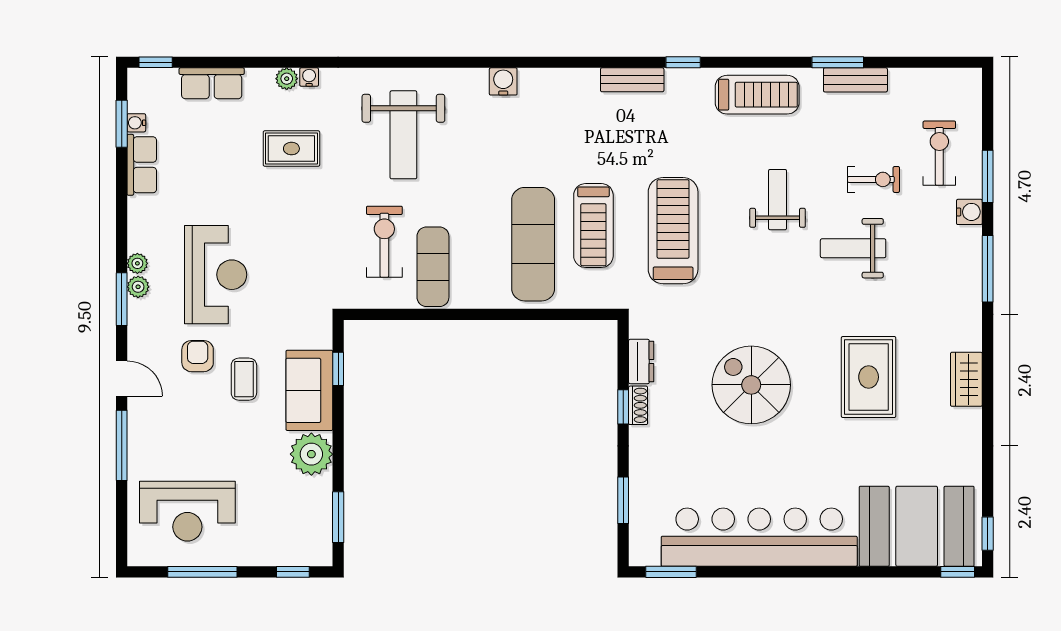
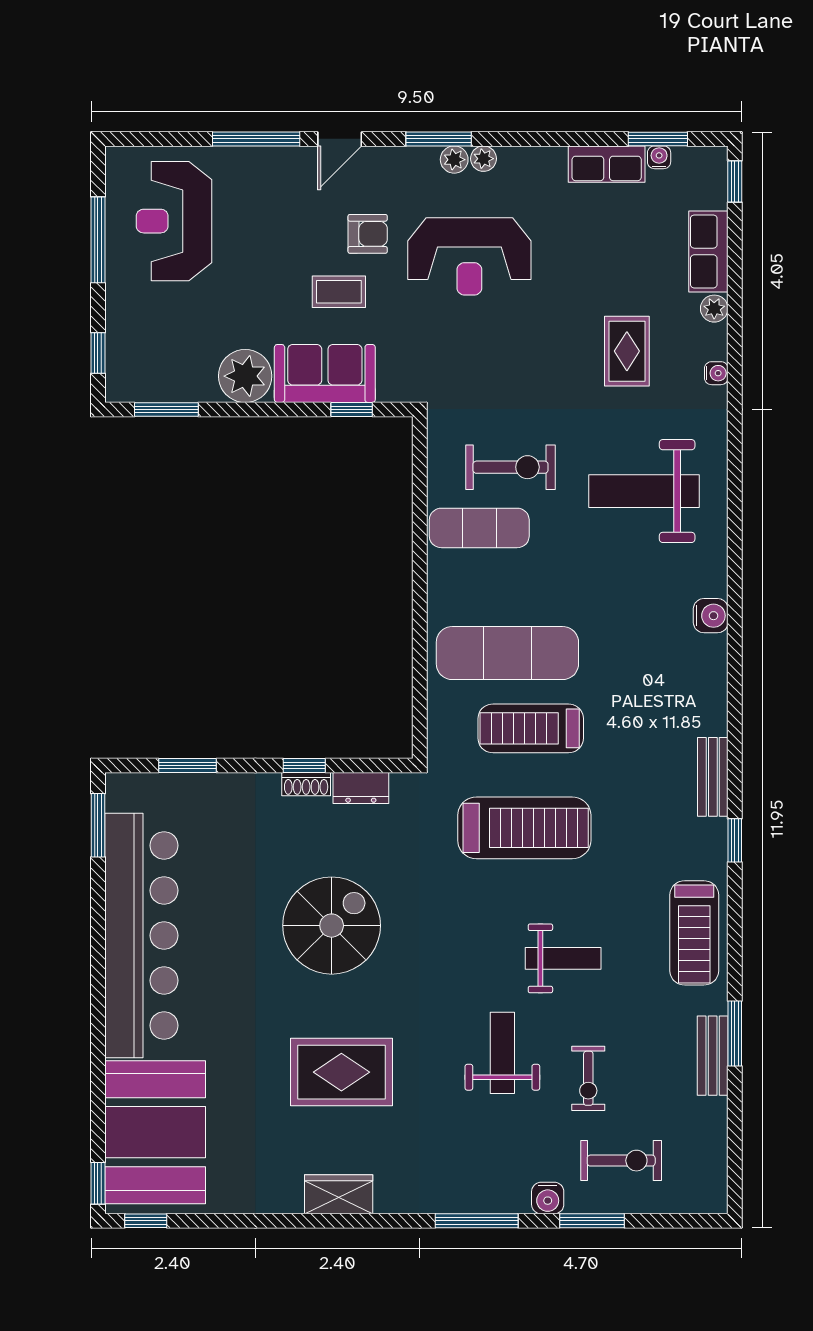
plant: (287, 79) -> (714, 309), moved

